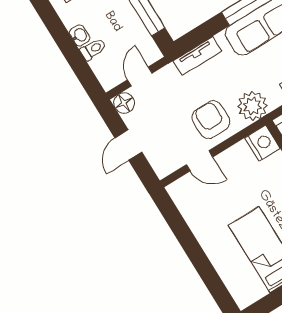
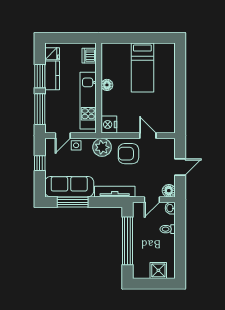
washbasin: (80, 35) -> (170, 208), moved
tv unit: (197, 56) -> (115, 192), width x1.41
armchair: (211, 120) -> (128, 154), turned 90

